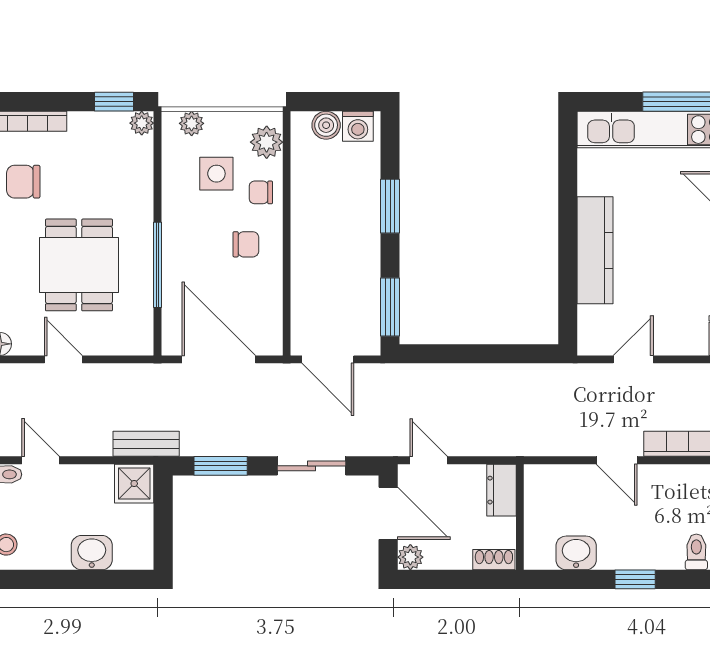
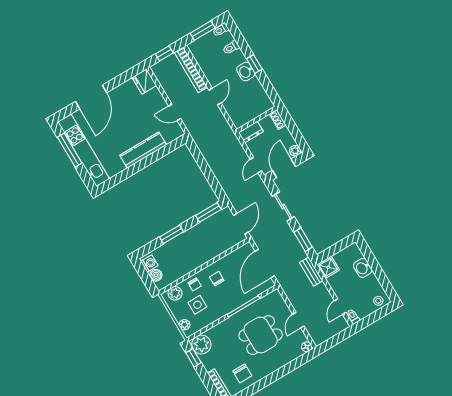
plant: (142, 123) -> (201, 345), width x1.87, depth x1.87
washbasin: (576, 553) -> (246, 71), moved

